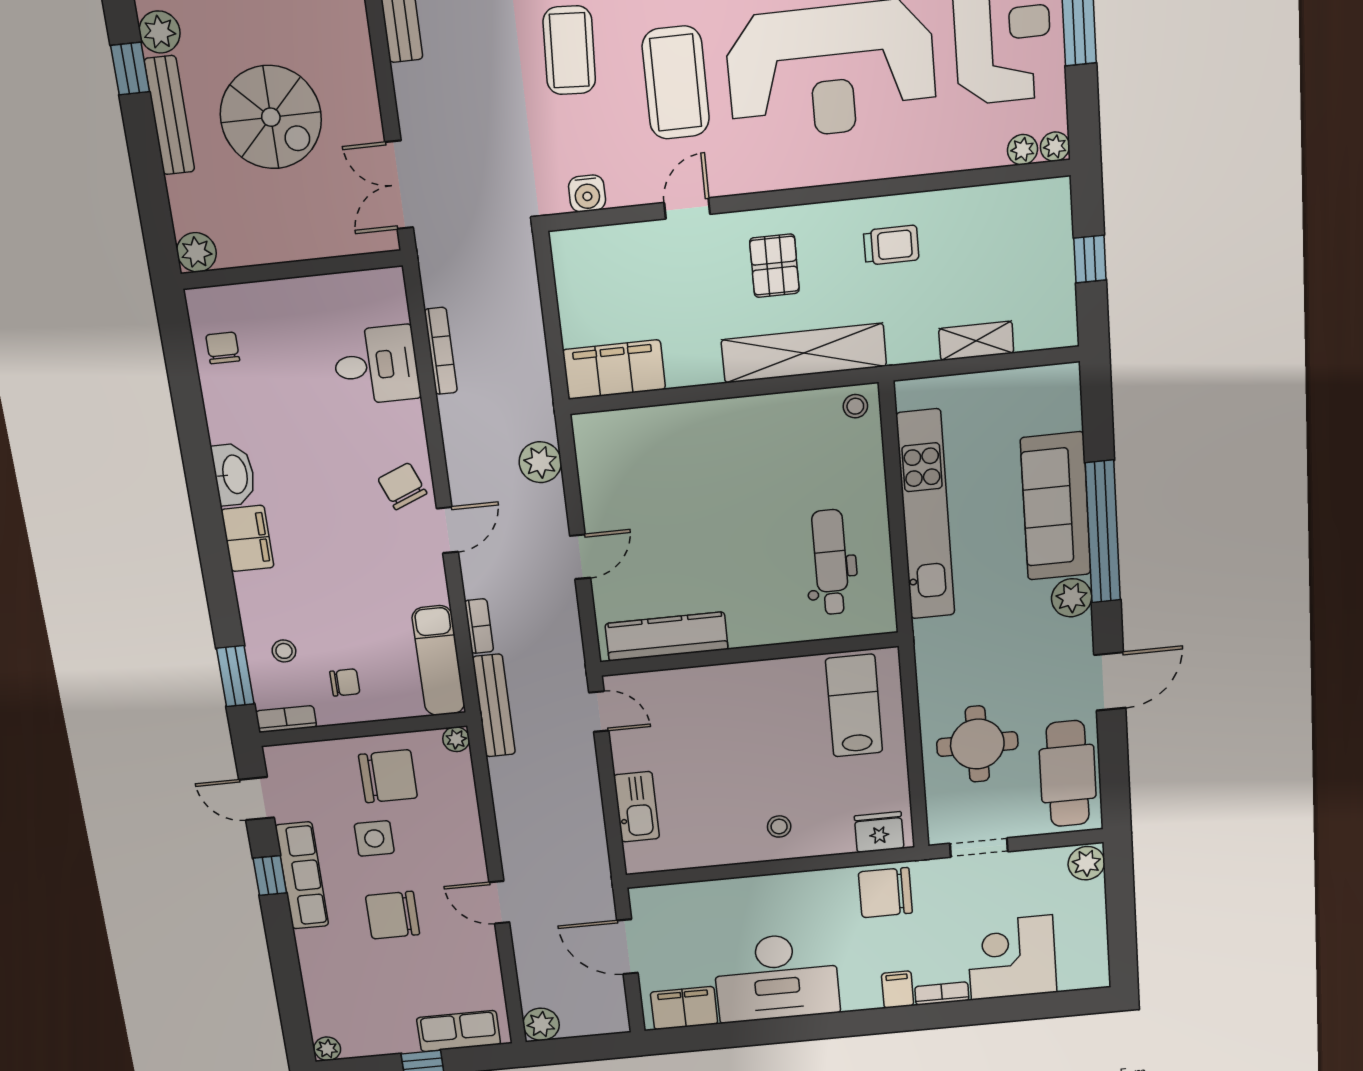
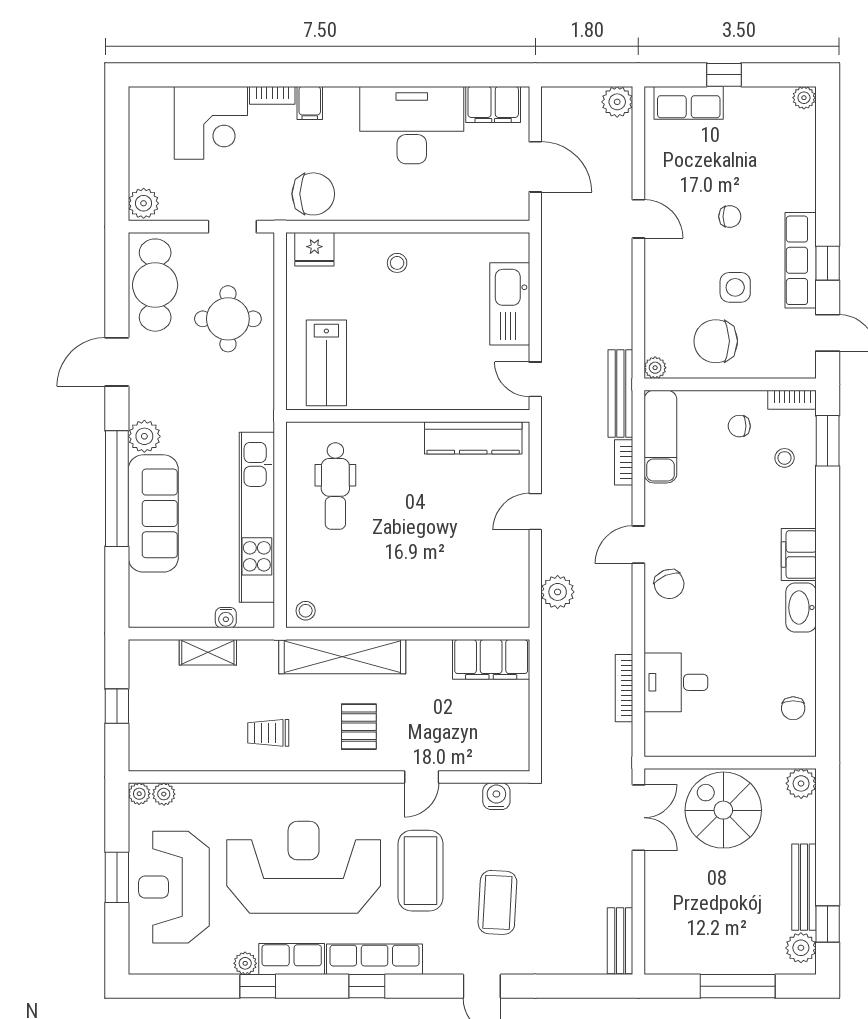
spiral stairs: (271, 117) -> (723, 810), moved
water cooler: (956, 387) -> (226, 618), added
kitchen sink: (637, 807) -> (510, 304), width x1.36, depth x1.24
chair: (393, 915) -> (730, 216), width x0.54, depth x0.54

